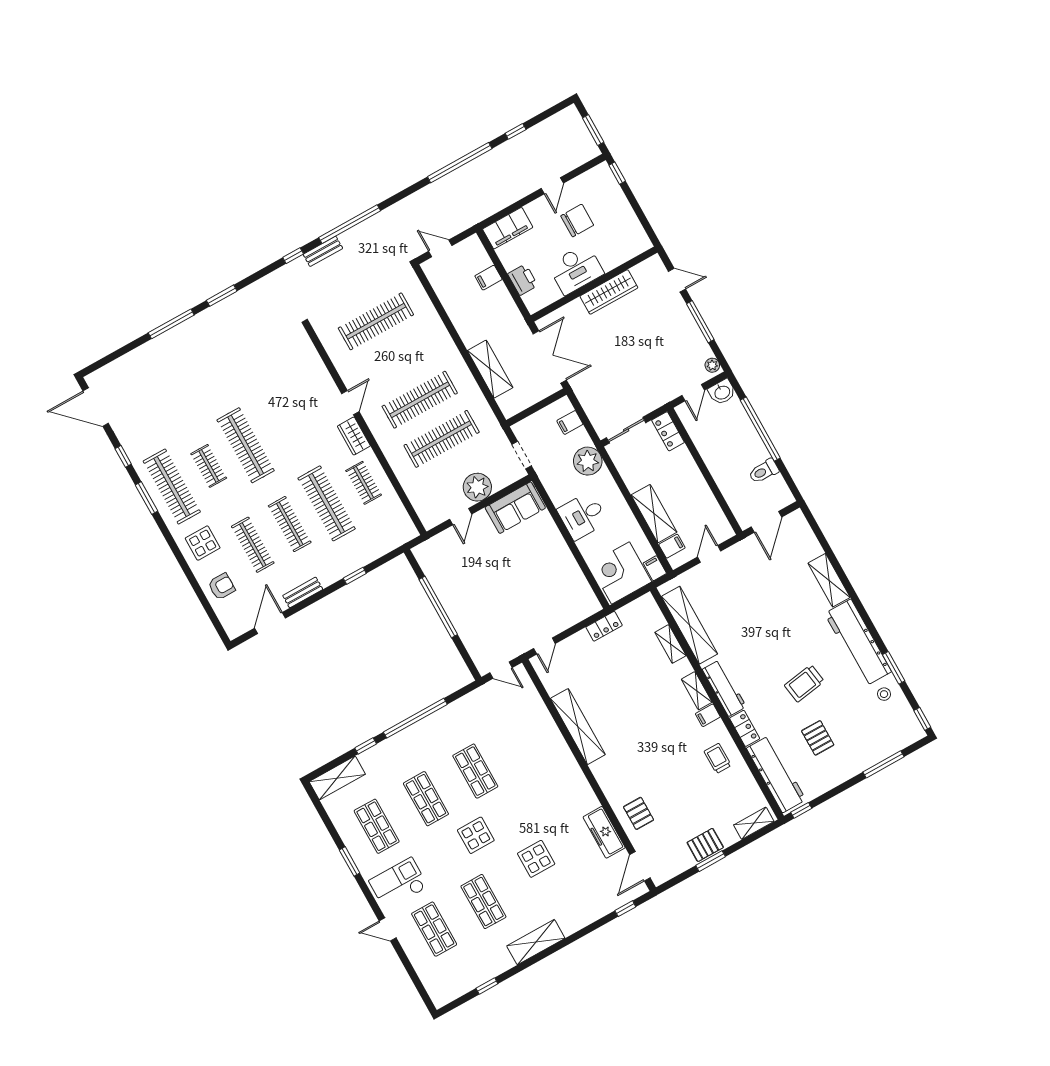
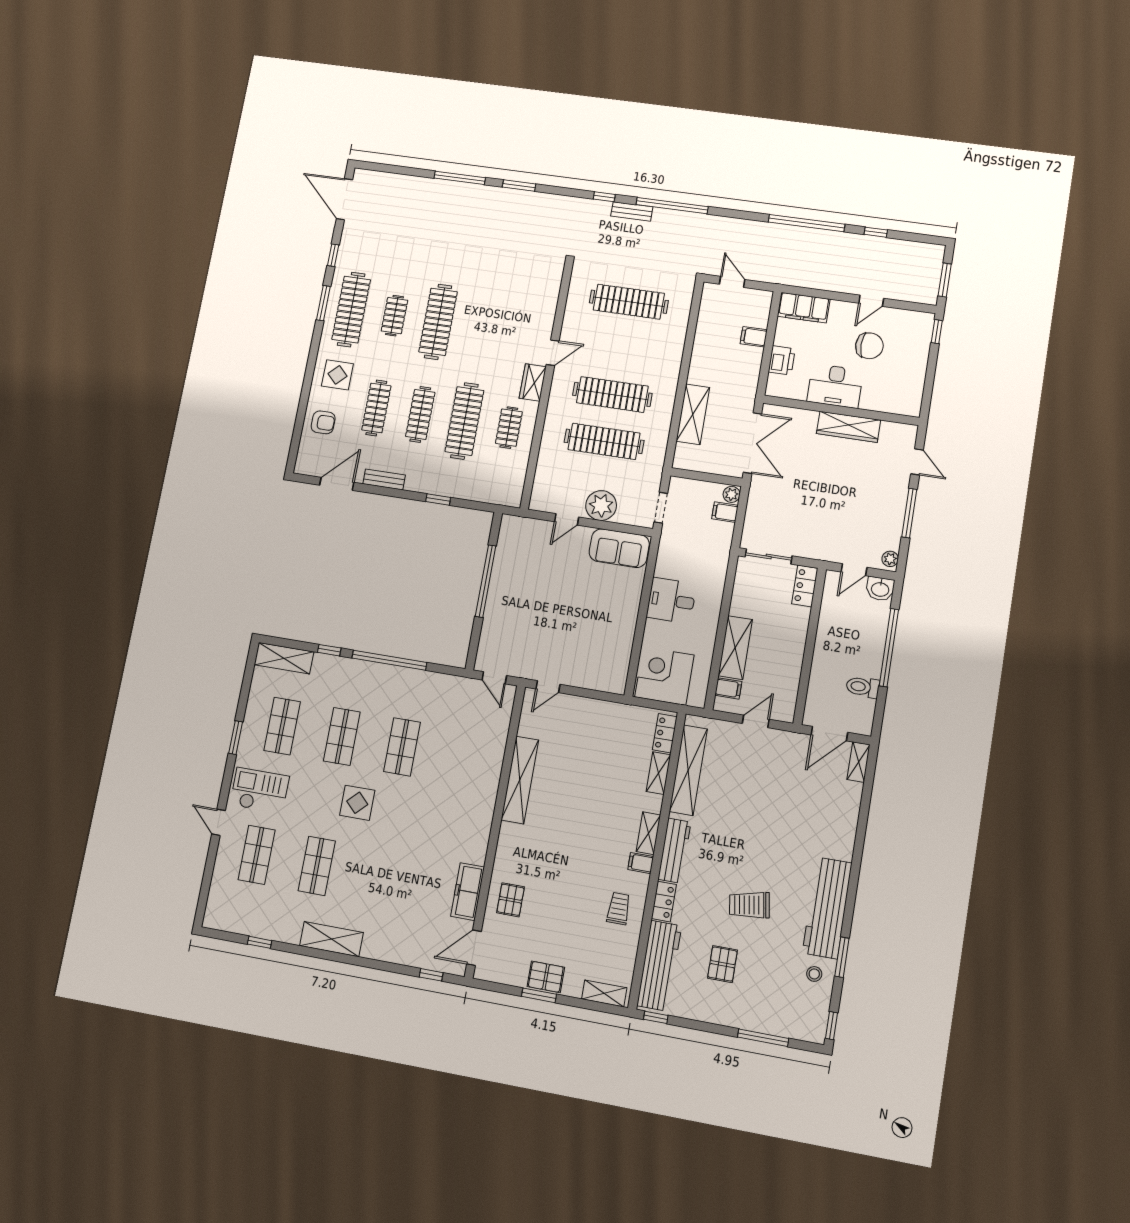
plant: (588, 461) -> (732, 494), moved, width x0.53, depth x0.53
filing cabinet: (655, 568) -> (698, 696), removed
shelving: (829, 580) -> (859, 762), moved, width x0.67, depth x0.75
locker: (604, 626) -> (665, 733), moved, turned 90
display table: (536, 859) -> (391, 866), removed

